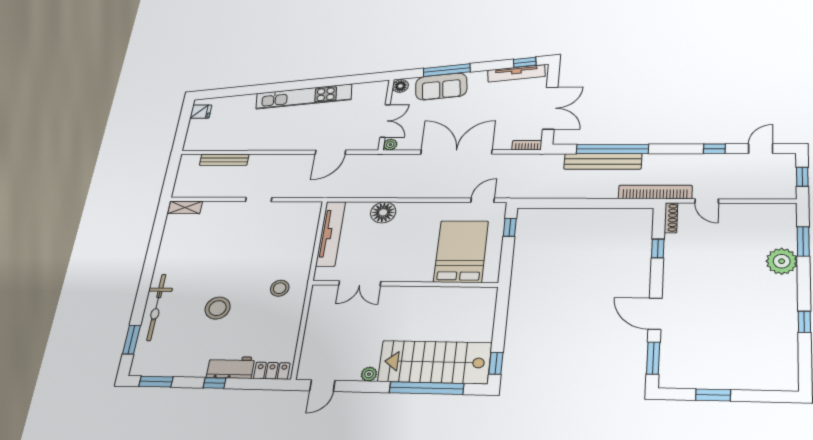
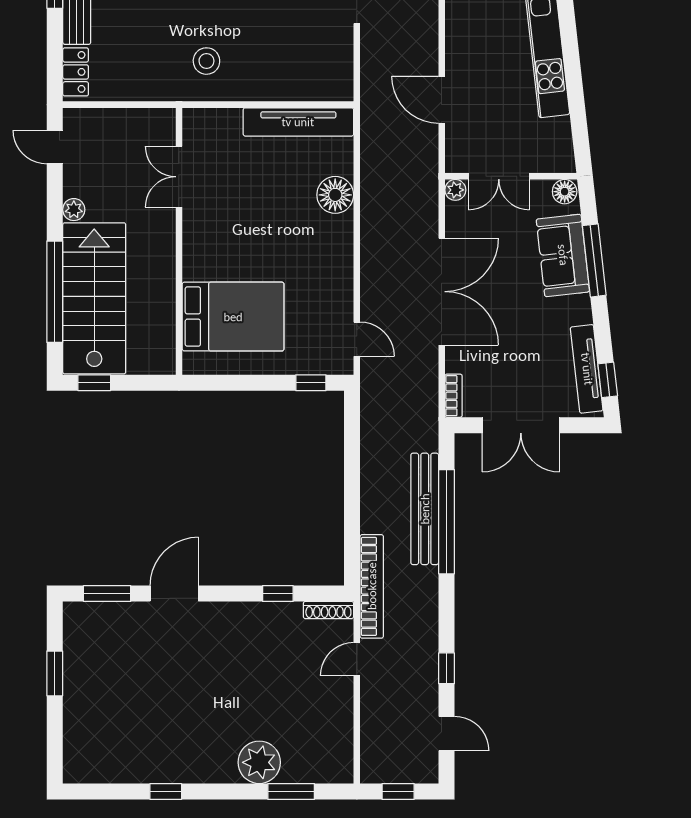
bed: (461, 251) -> (233, 317), moved
double door: (360, 283) -> (179, 177), moved
wall: (404, 284) -> (179, 241), moved

